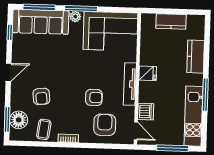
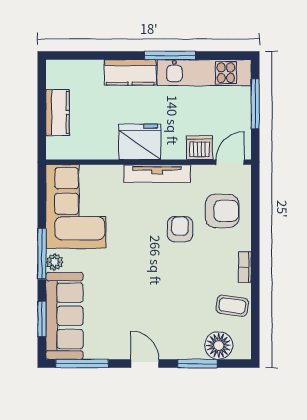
window: (39, 7) -> (42, 319), width x0.69
window: (10, 32) -> (82, 364), width x2.17
kitchen counter: (196, 57) -> (130, 72), moved
fridge: (148, 73) -> (140, 142), width x1.88, depth x1.34
armchair: (41, 96) -> (181, 311), removed
window: (7, 119) -> (198, 364), moved
armchair: (105, 125) -> (222, 211), turned 180

